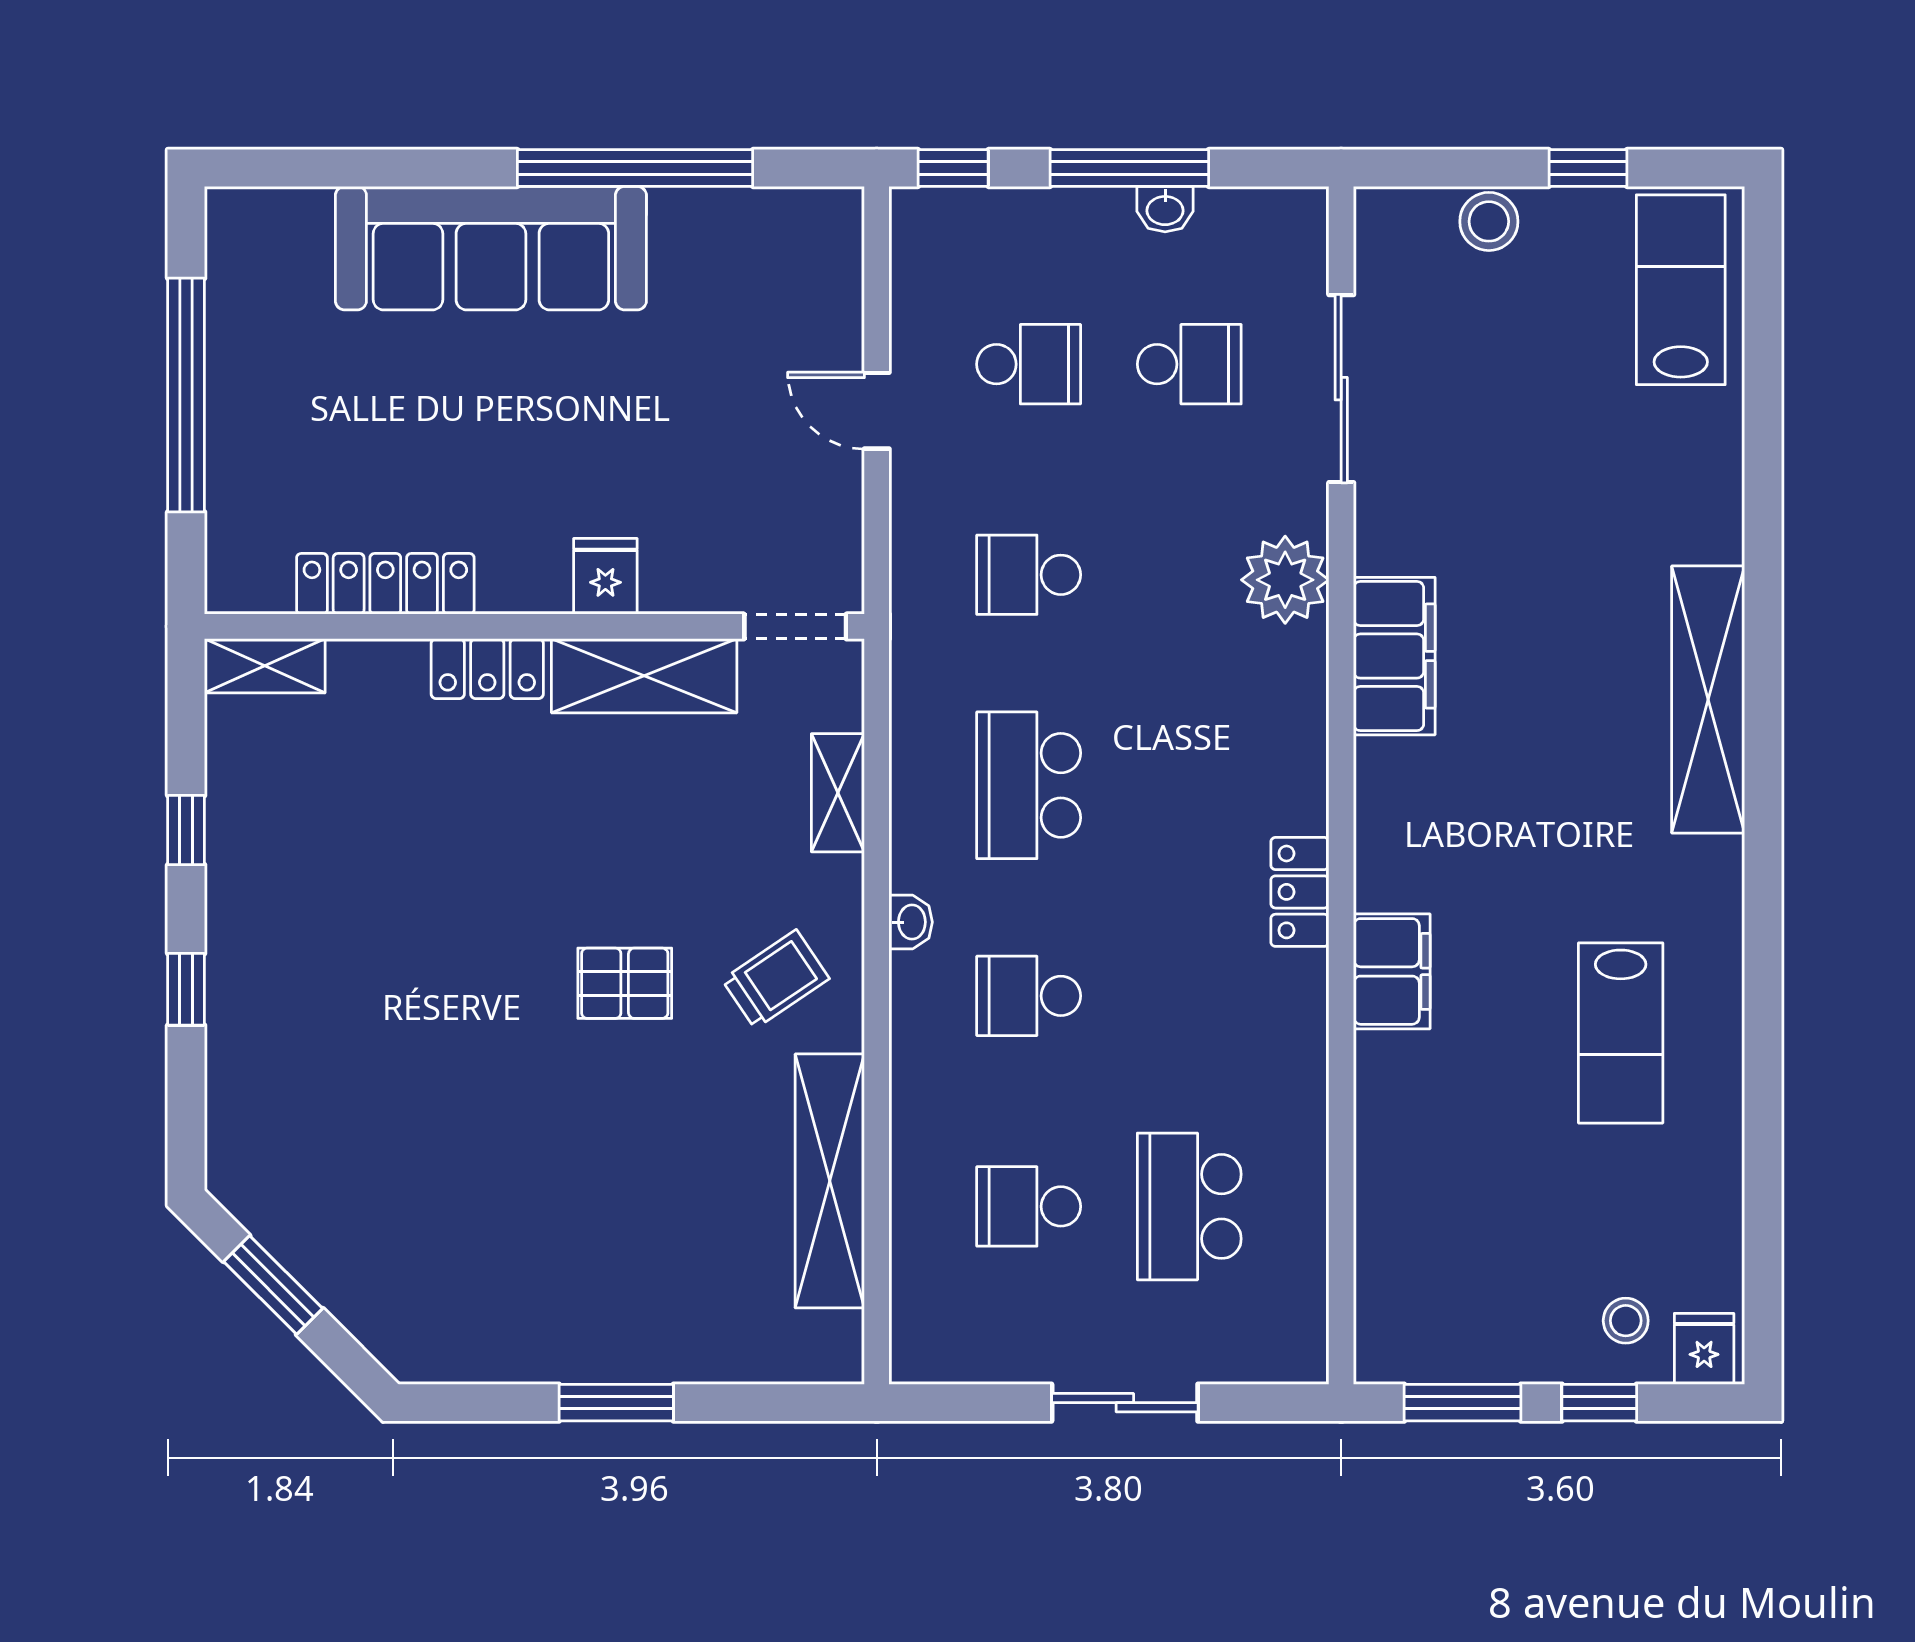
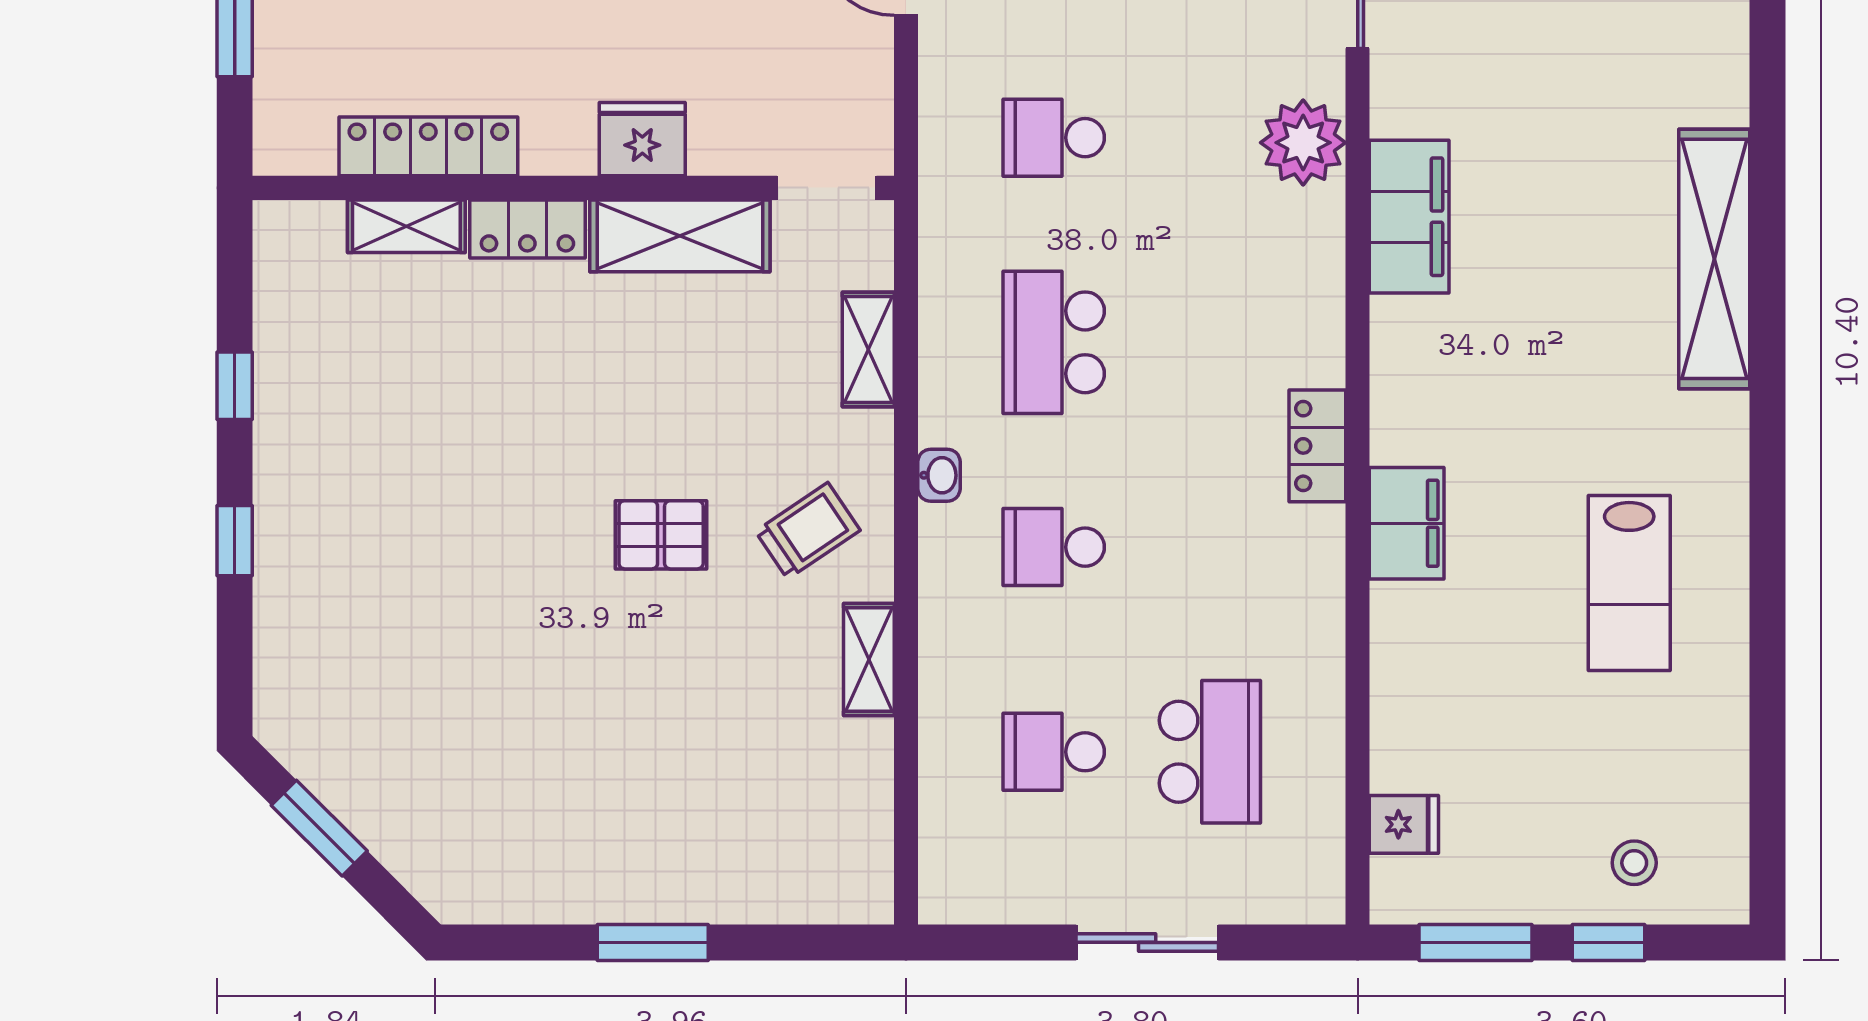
fridge: (605, 576) -> (642, 139), width x1.38
shelving: (265, 666) -> (406, 226), moved
shelving: (830, 1181) -> (869, 660), width x0.45, depth x0.75
school desk: (1189, 1206) -> (1210, 752), turned 180
fridge: (1704, 1349) -> (1404, 824), moved, turned 90

